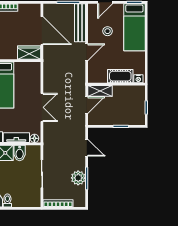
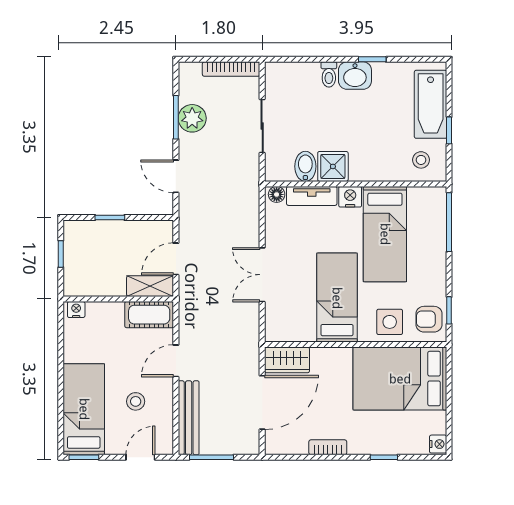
door: (42, 31) -> (262, 402), swing flipped
cot: (120, 76) -> (149, 315), moved
double door: (42, 107) -> (262, 275), moved

